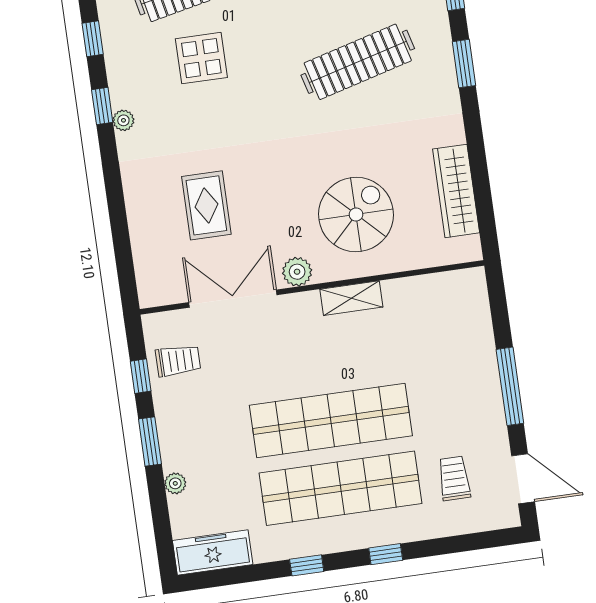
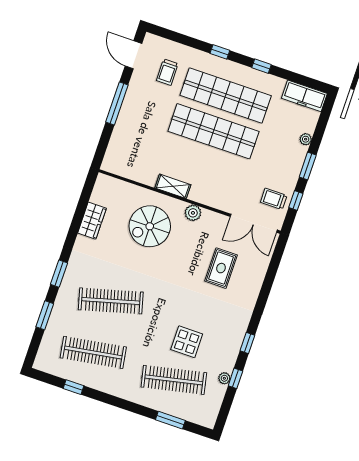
plant: (123, 120) -> (224, 378), moved
wardrobe: (456, 191) -> (92, 221), width x0.67
double door: (233, 299) -> (254, 223), moved

